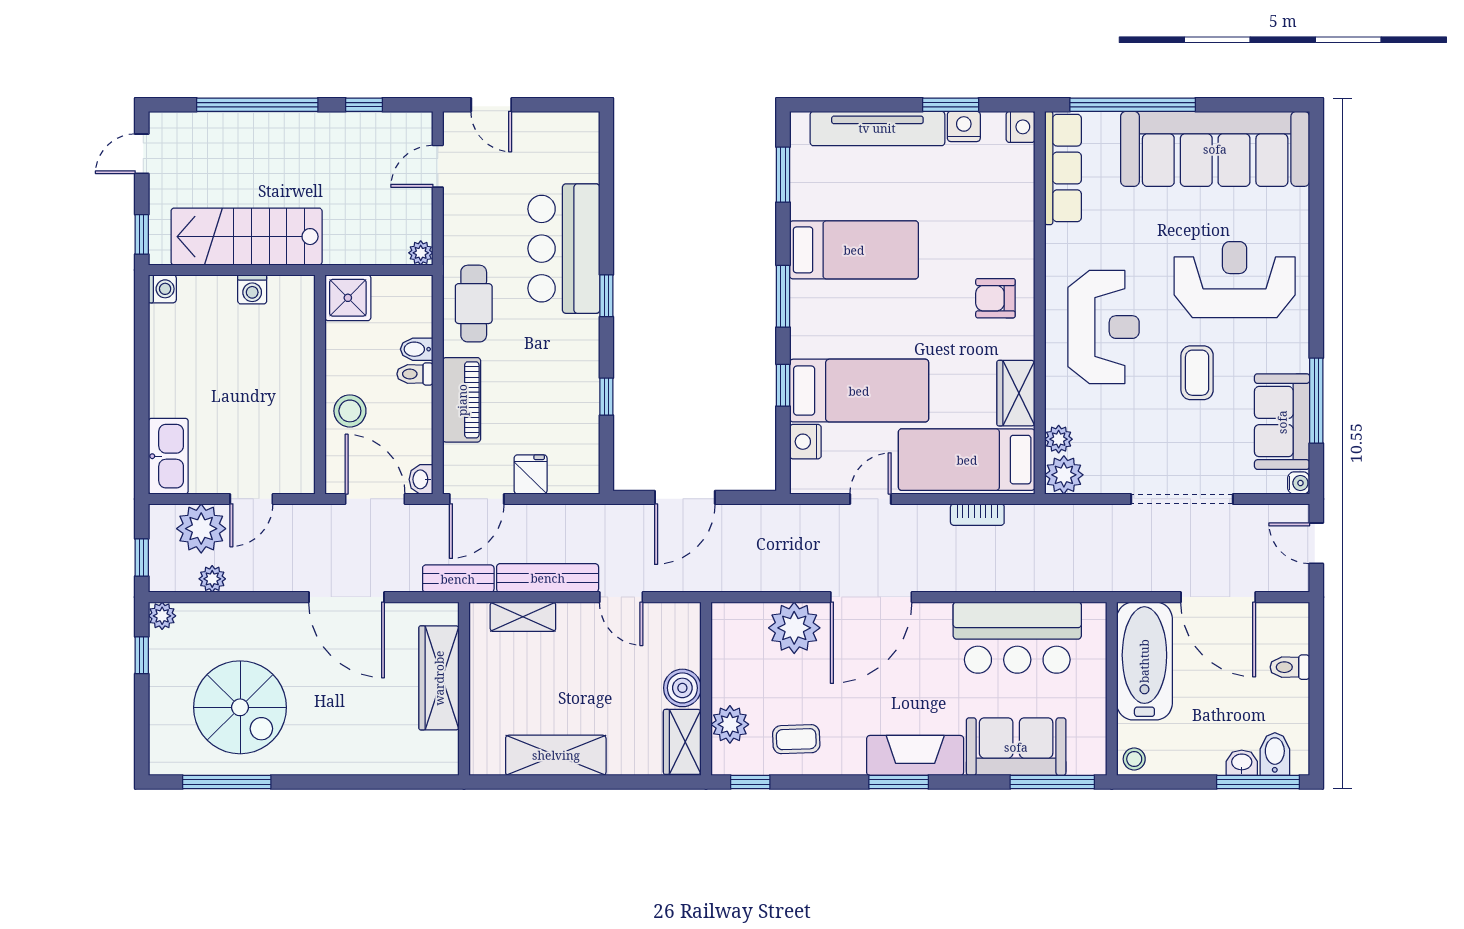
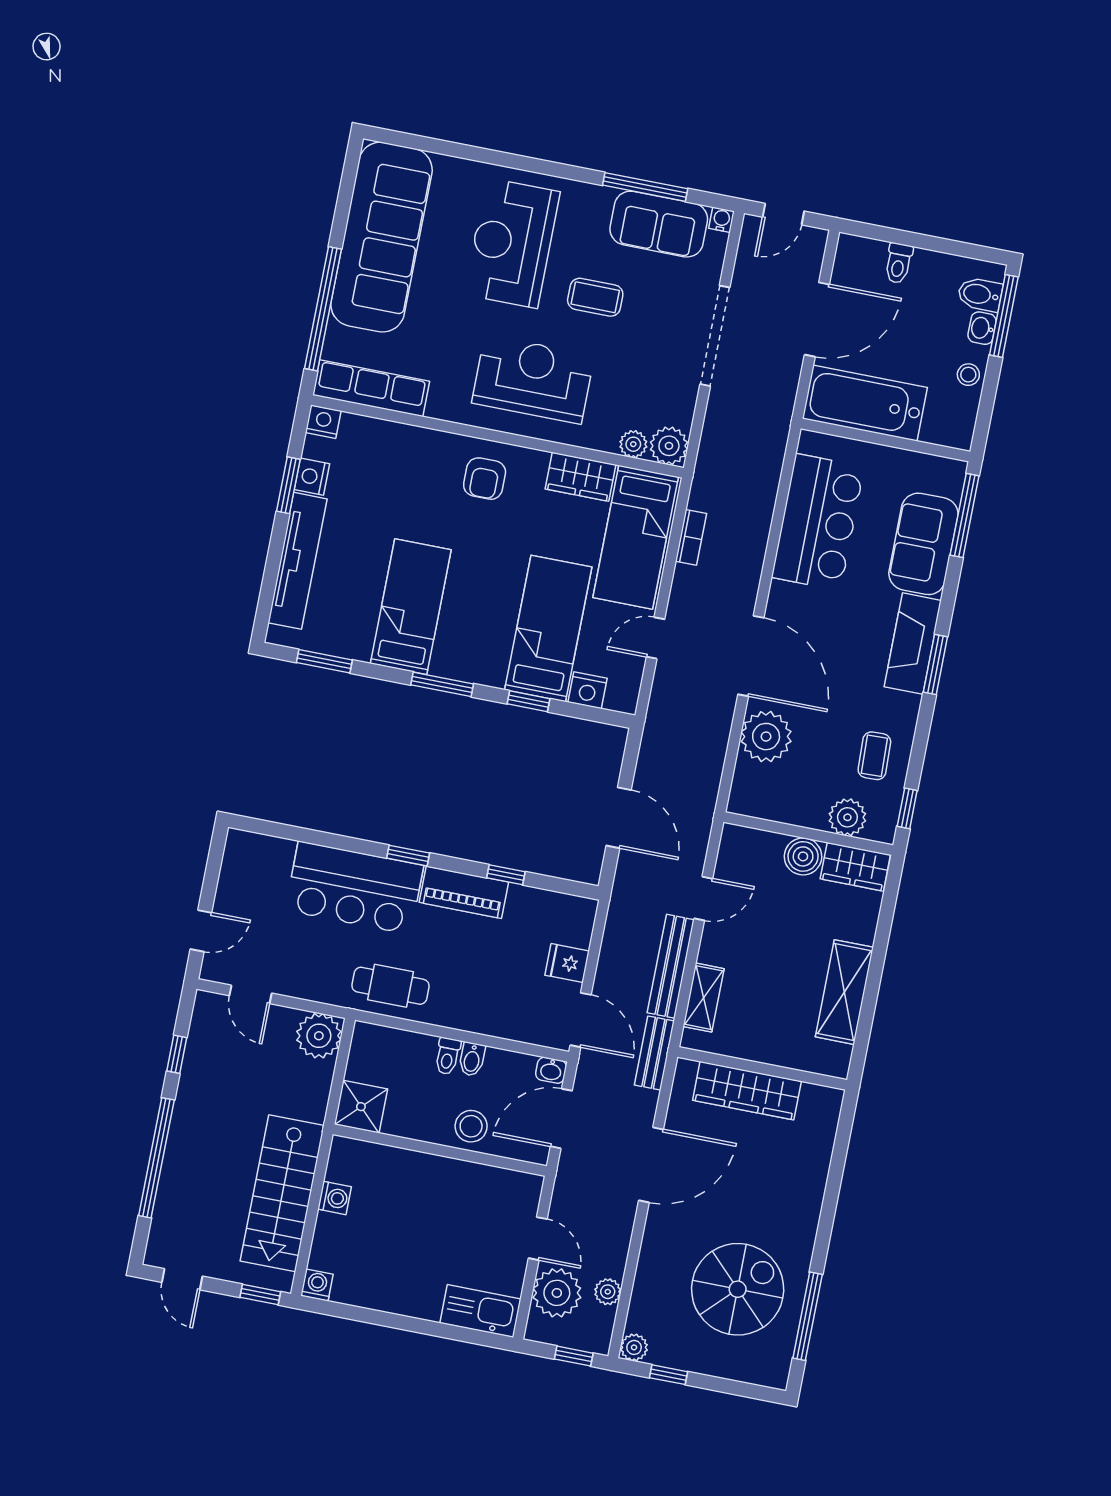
plant: (421, 253) -> (319, 1036), width x1.88, depth x1.88
bidet: (417, 349) -> (472, 1059), moved
piano: (462, 400) -> (464, 892), moved, turned 180
door: (870, 499) -> (656, 638), hinge flipped
stool: (1134, 759) -> (968, 375), moved

